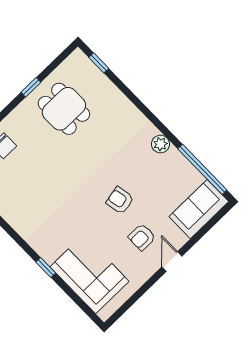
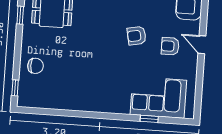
armchair: (142, 237) -> (170, 46), turned 90
window: (46, 267) -> (149, 119), moved

